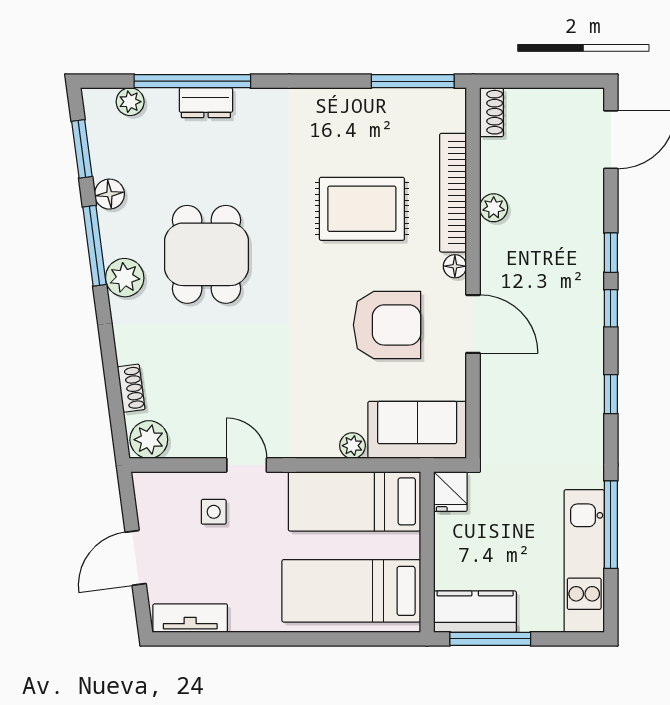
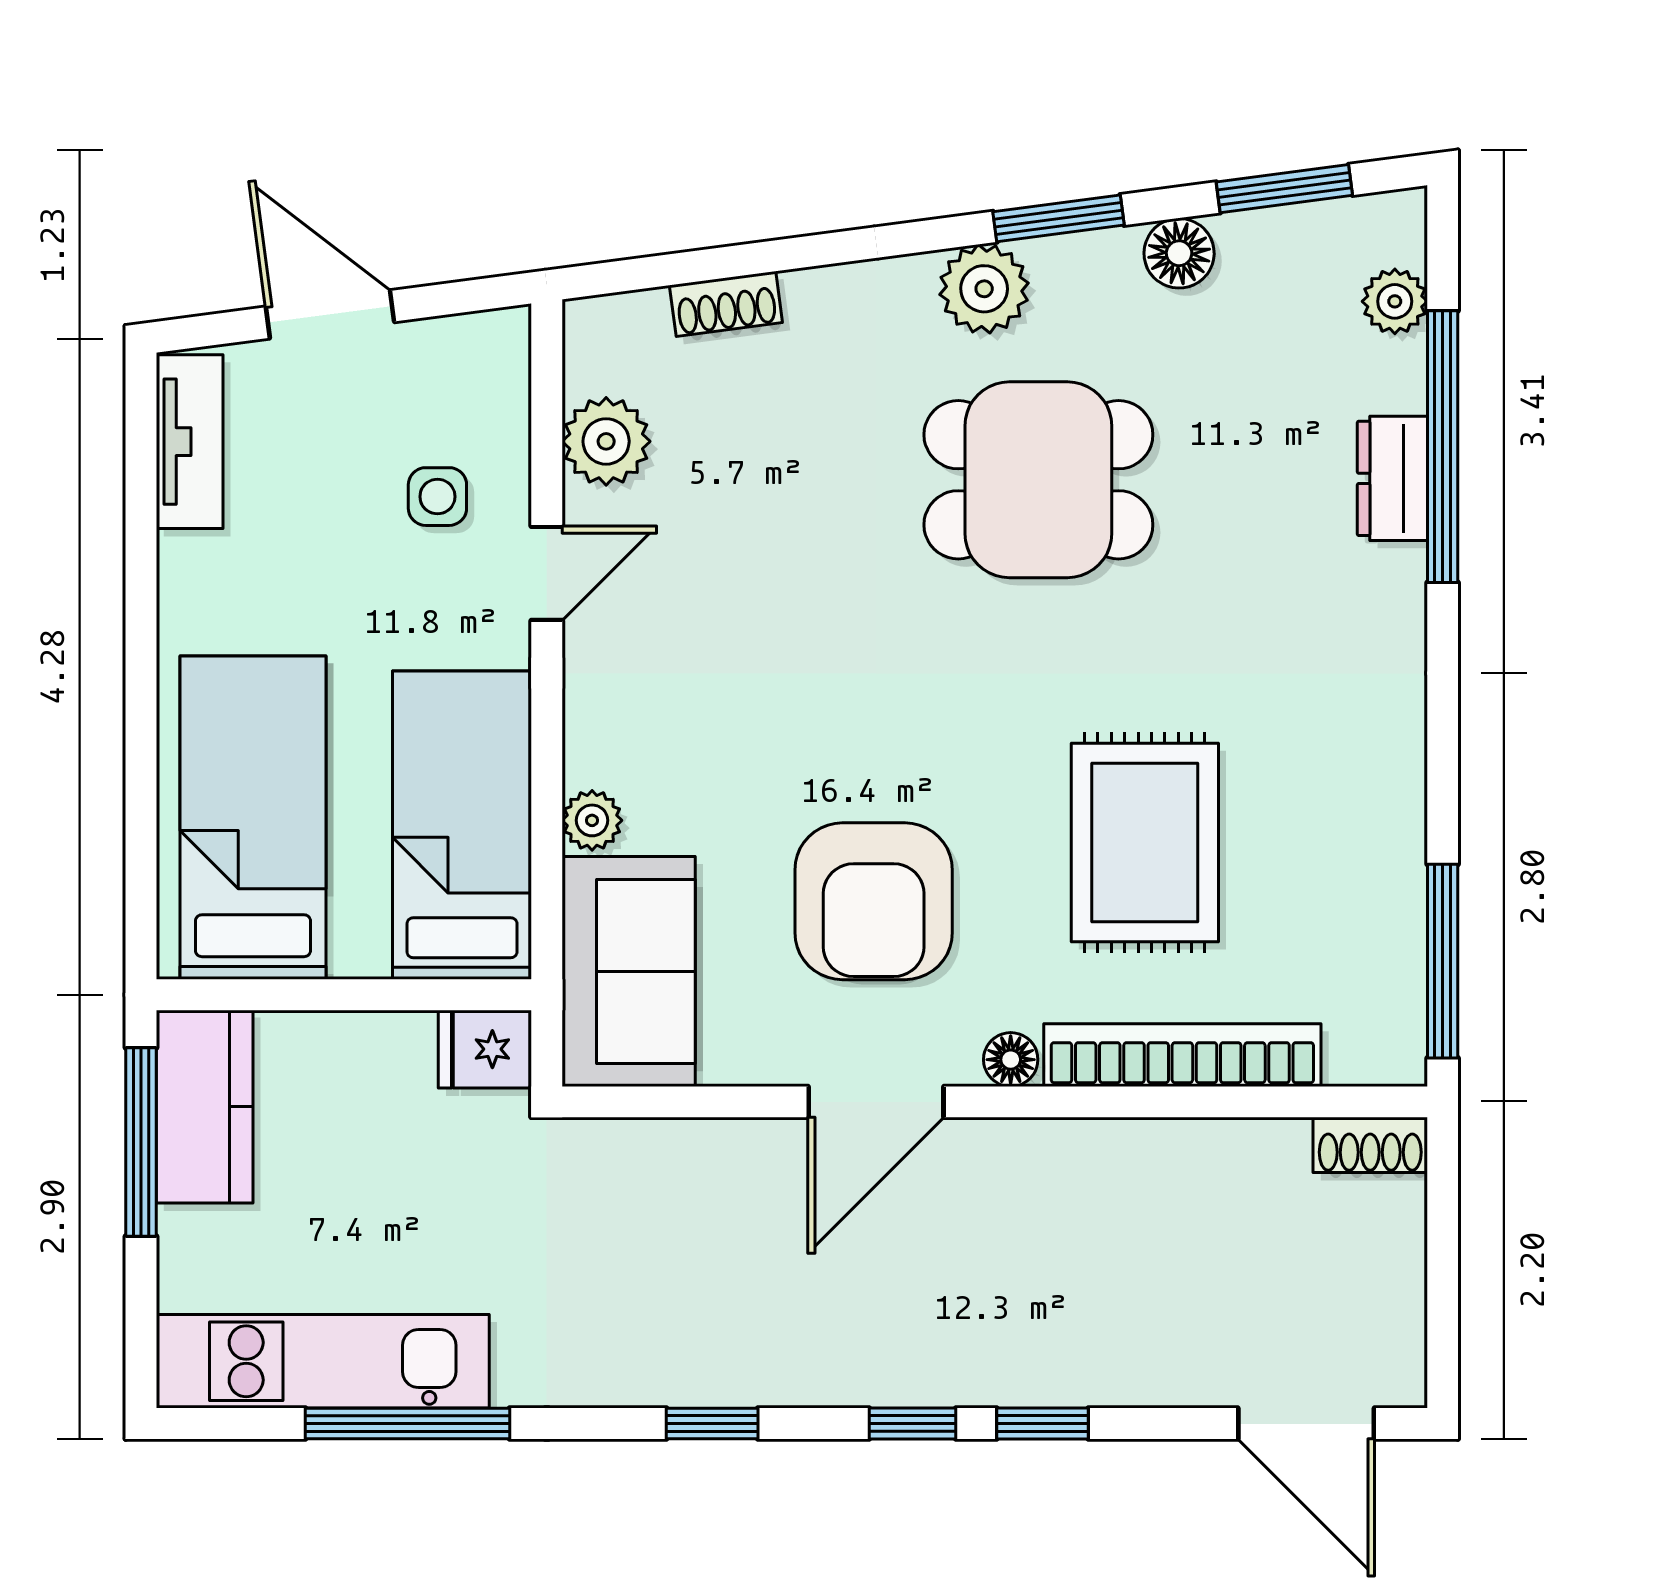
plant: (494, 208) -> (1147, 1150), removed
window: (95, 246) -> (1058, 218), width x0.69
plant: (149, 440) -> (606, 441), moved

